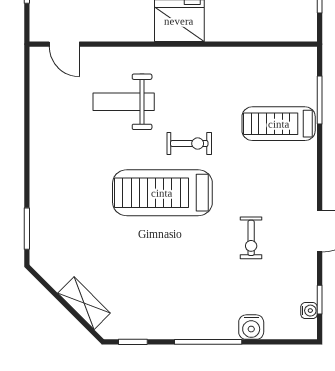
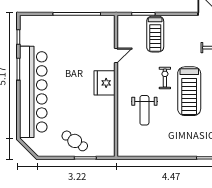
door: (64, 44) -> (116, 56), moved

